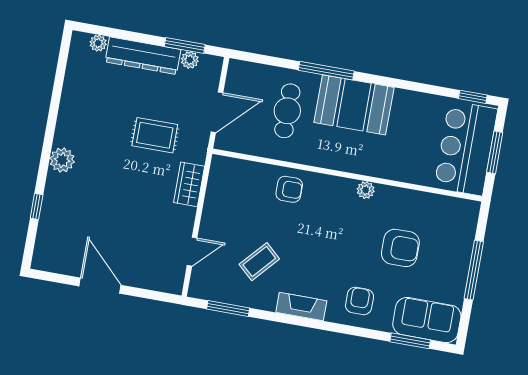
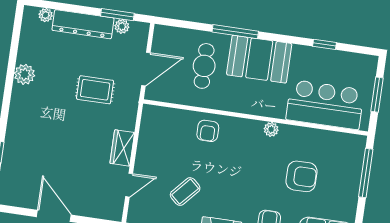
window: (473, 97) -> (325, 44), moved
bar counter: (466, 148) -> (325, 105), moved, turned 90
plant: (62, 160) -> (25, 74), moved
wardrobe: (189, 184) -> (122, 148), moved
armchair: (289, 189) -> (208, 131), turned 90
window: (474, 270) -> (366, 173), moved

